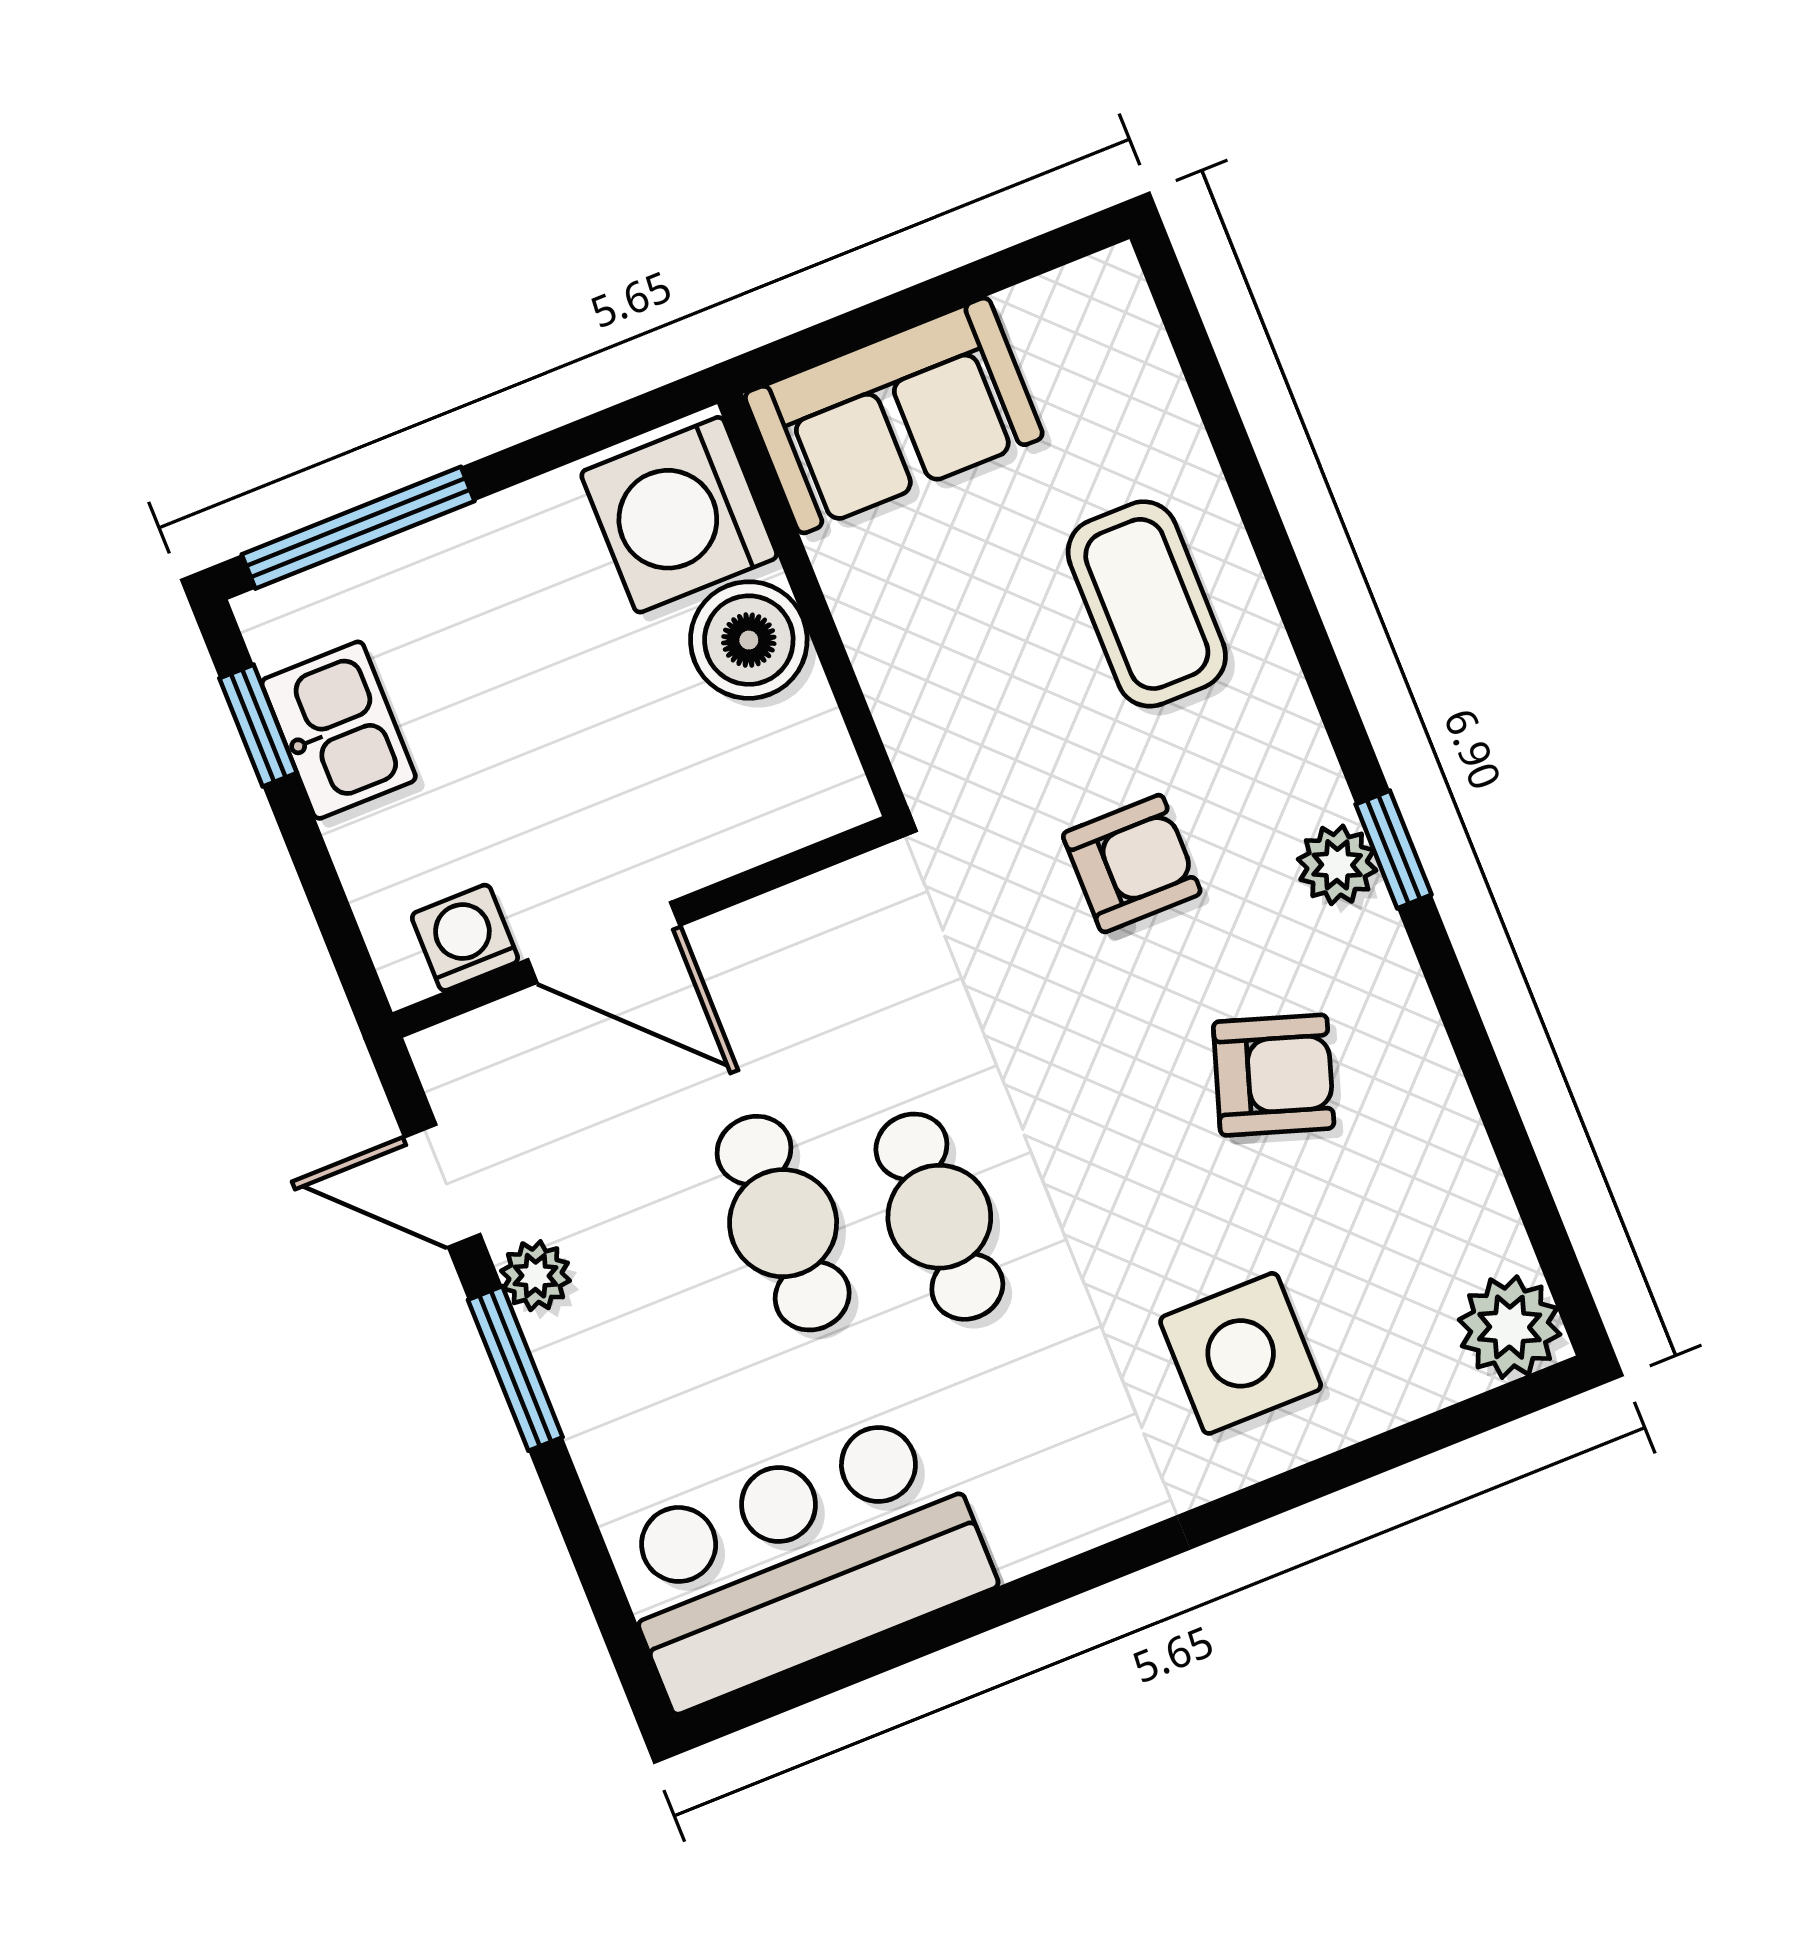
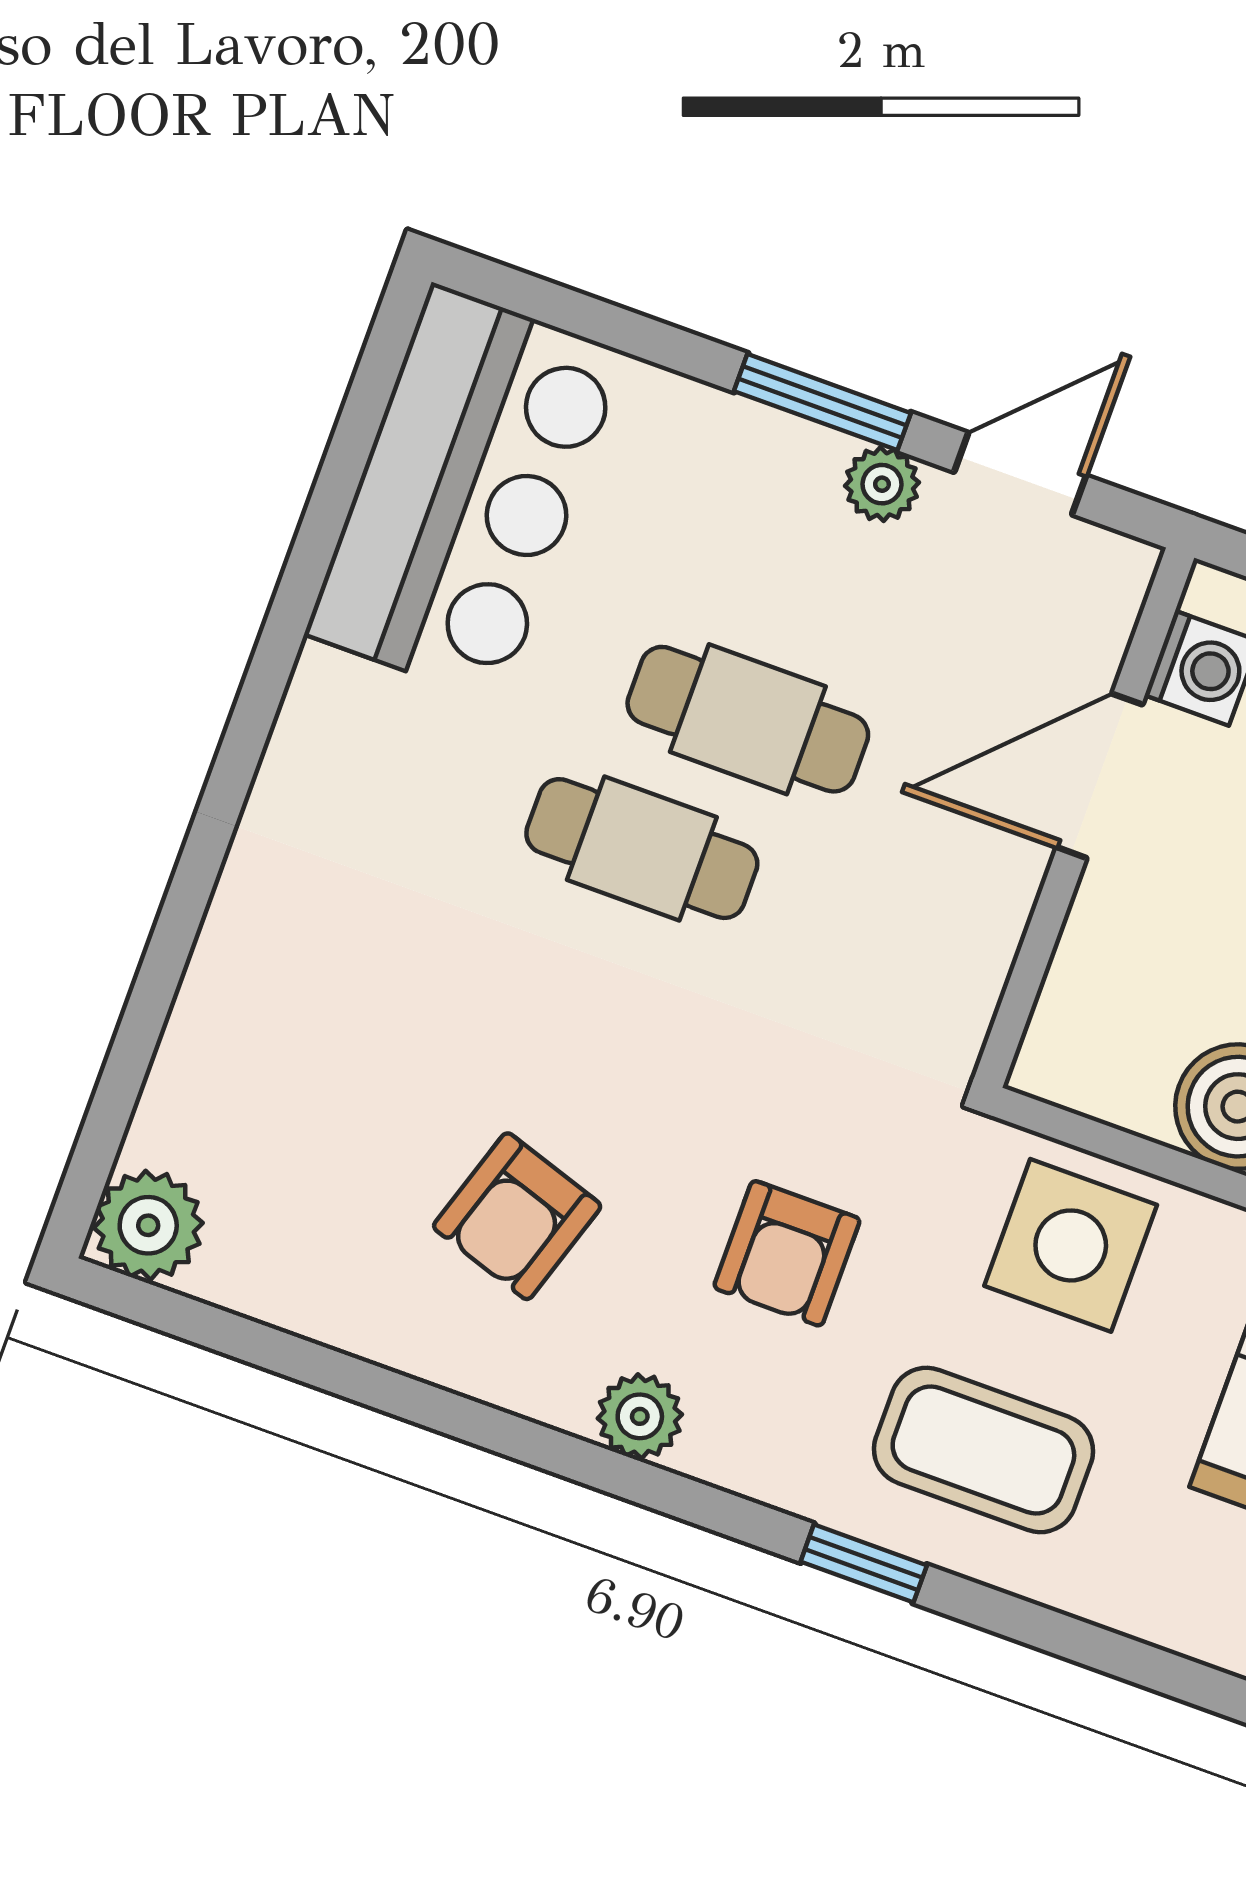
window: (1394, 850) -> (864, 1563), moved
side table: (1241, 1353) -> (1071, 1245), moved

